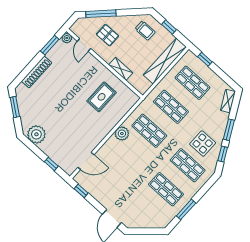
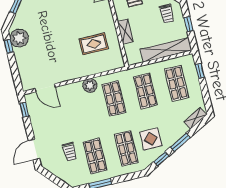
window: (51, 164) -> (9, 46), moved
trolley: (143, 200) -> (70, 152), added

